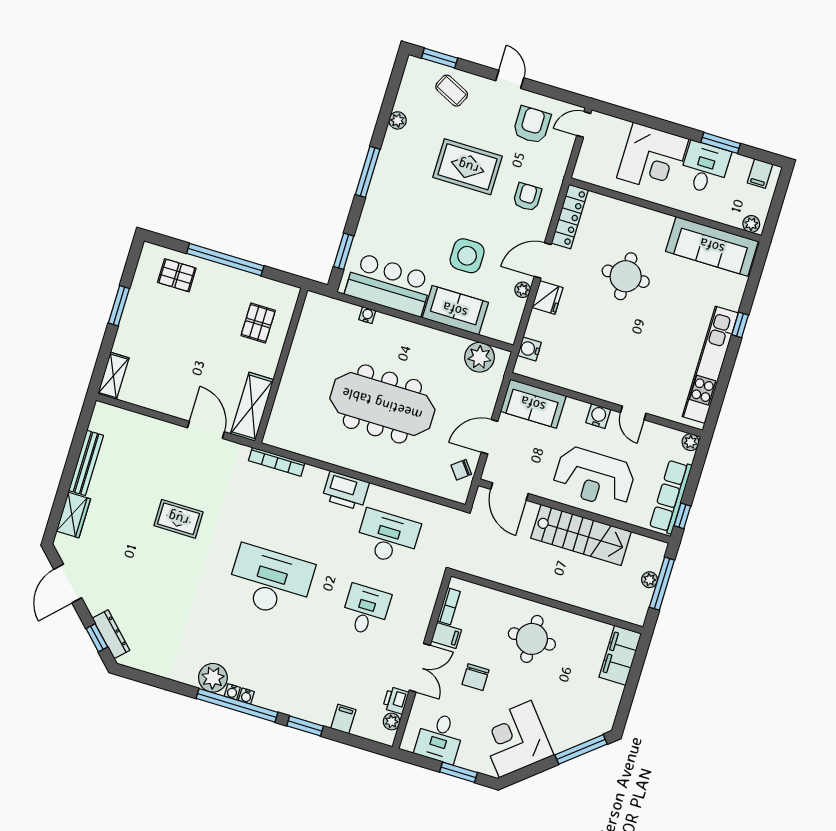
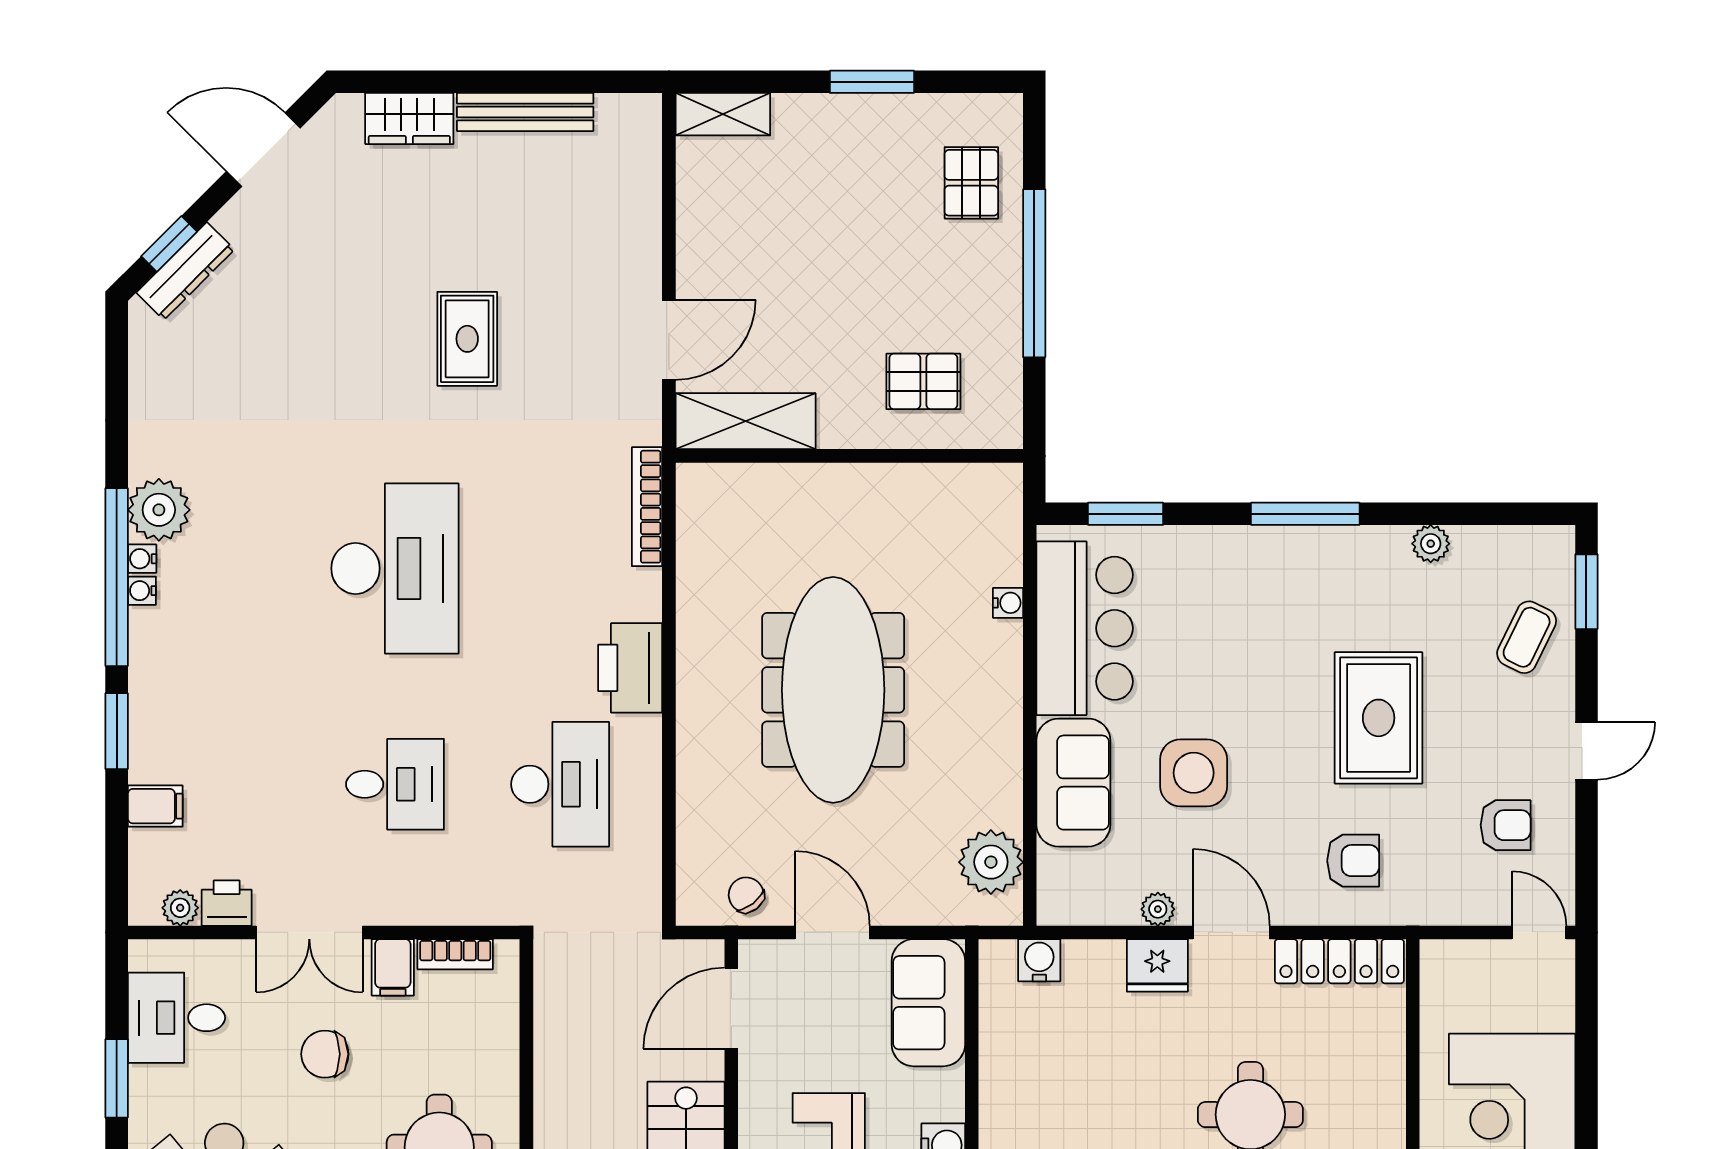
armchair: (532, 125) -> (1506, 825), width x0.72, depth x0.72

